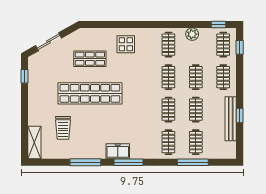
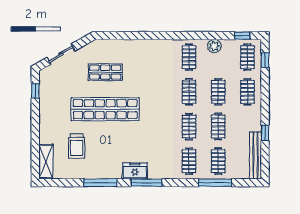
display table: (126, 44) -> (144, 57), removed
bench: (231, 119) -> (255, 155), moved

